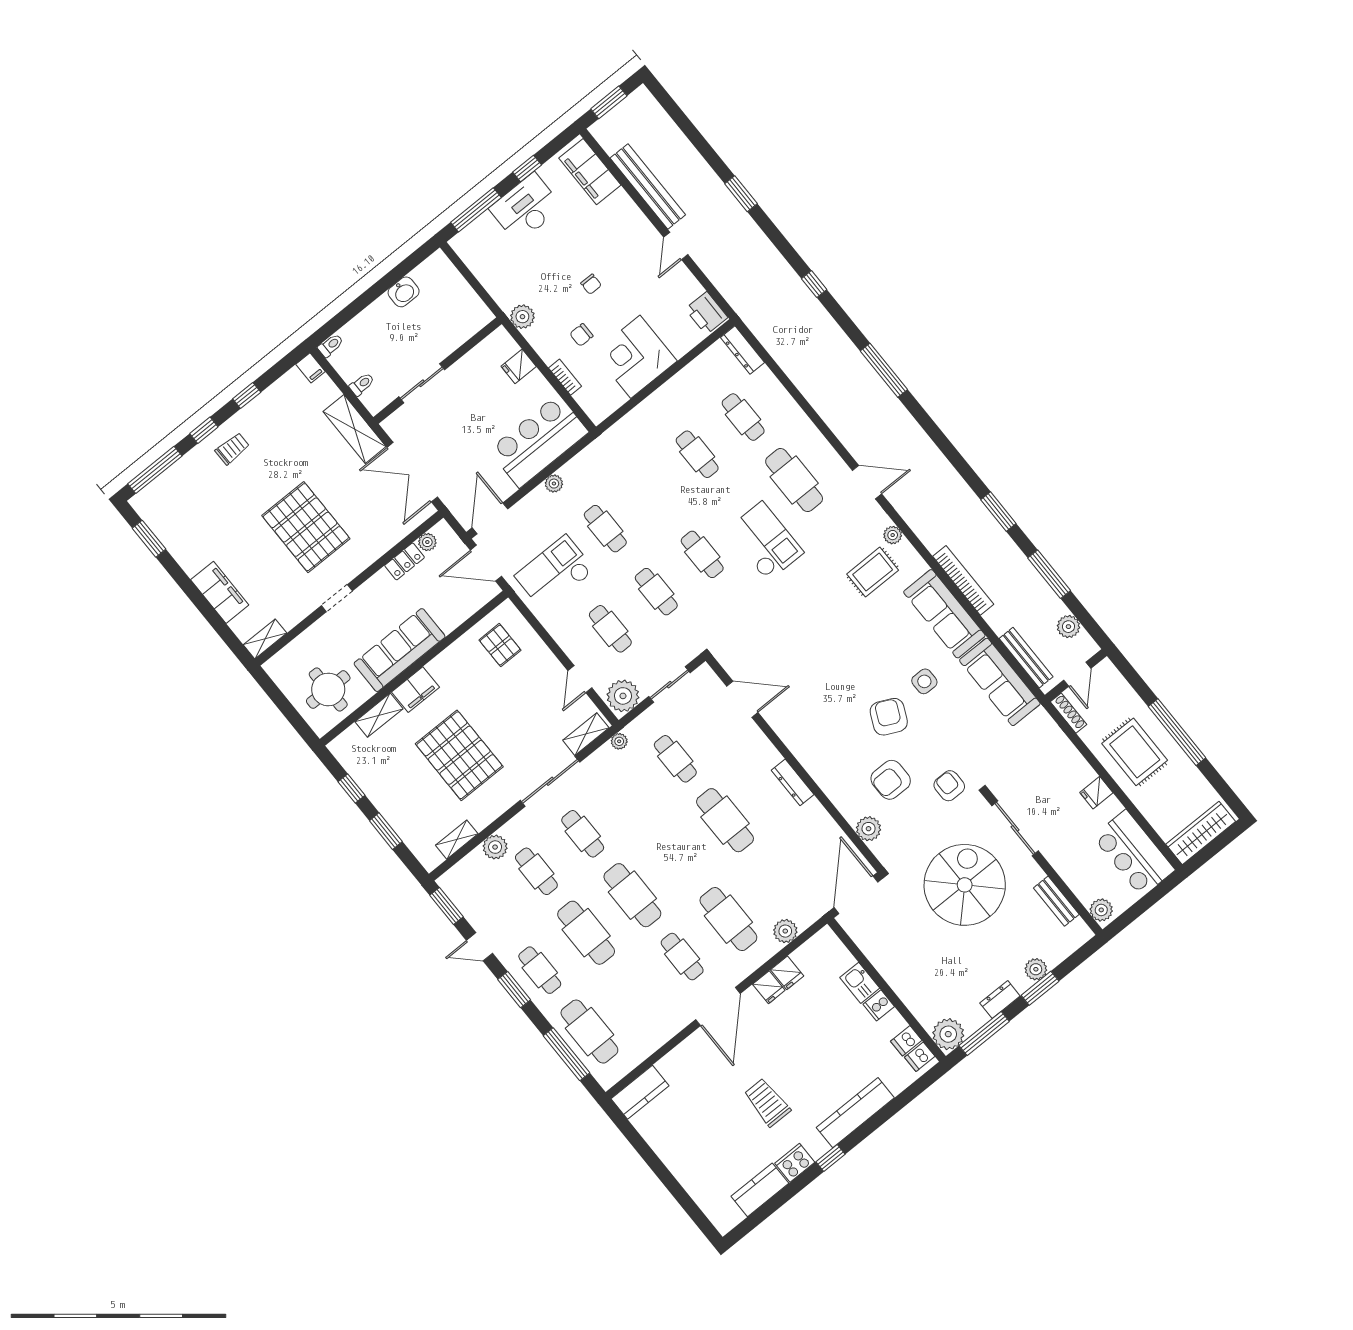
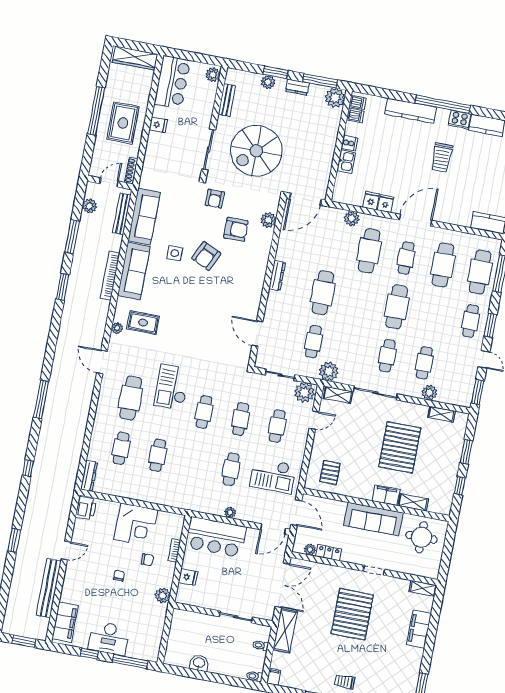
plant: (619, 741) -> (329, 371), width x1.88, depth x1.88
cafe table: (586, 933) -> (443, 265), moved
window: (830, 1158) -> (443, 104), width x3.17

